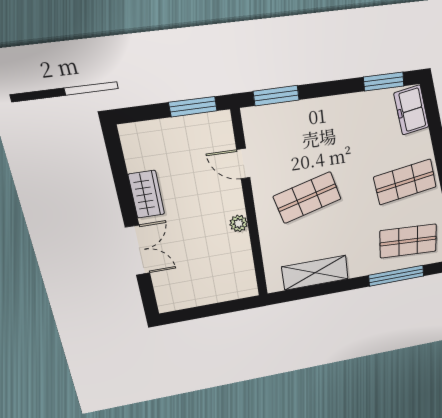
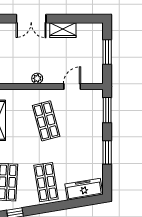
window: (384, 81) -> (107, 152), moved
window: (193, 107) -> (107, 52), moved
freezer: (411, 110) -> (84, 189), width x1.40

